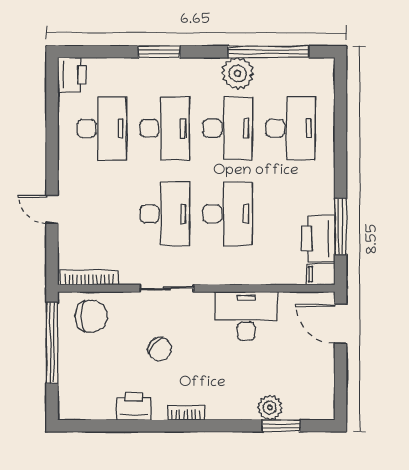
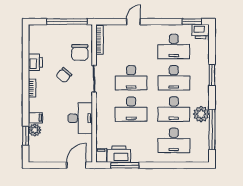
window: (52, 92) -> (192, 22), added
chair: (91, 316) -> (80, 52), moved
filing cabinet: (245, 406) -> (35, 118), added

